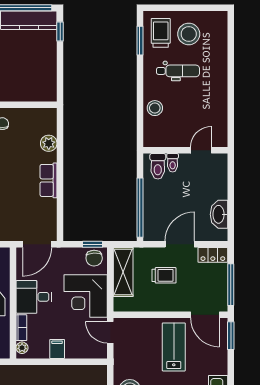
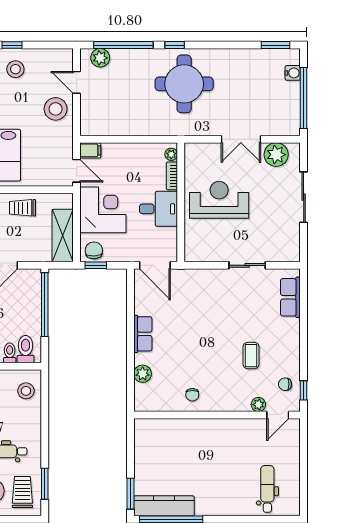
window: (60, 32) -> (130, 494), width x1.50
trolley: (161, 33) -> (22, 492), turned 180
stool: (155, 108) -> (26, 391), moved
door: (37, 244) -> (155, 265), swing flipped
trolley: (164, 275) -> (23, 208), moved
filing cabinet: (57, 349) -> (90, 150), moved, turned -90

